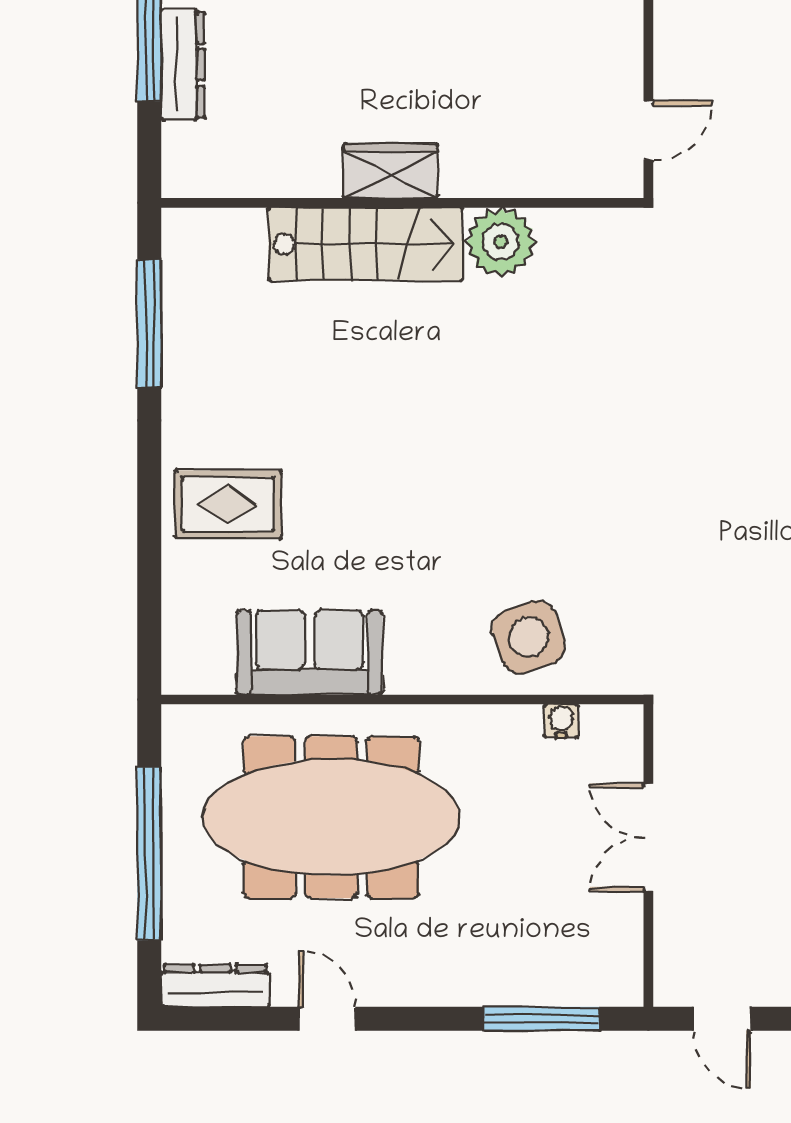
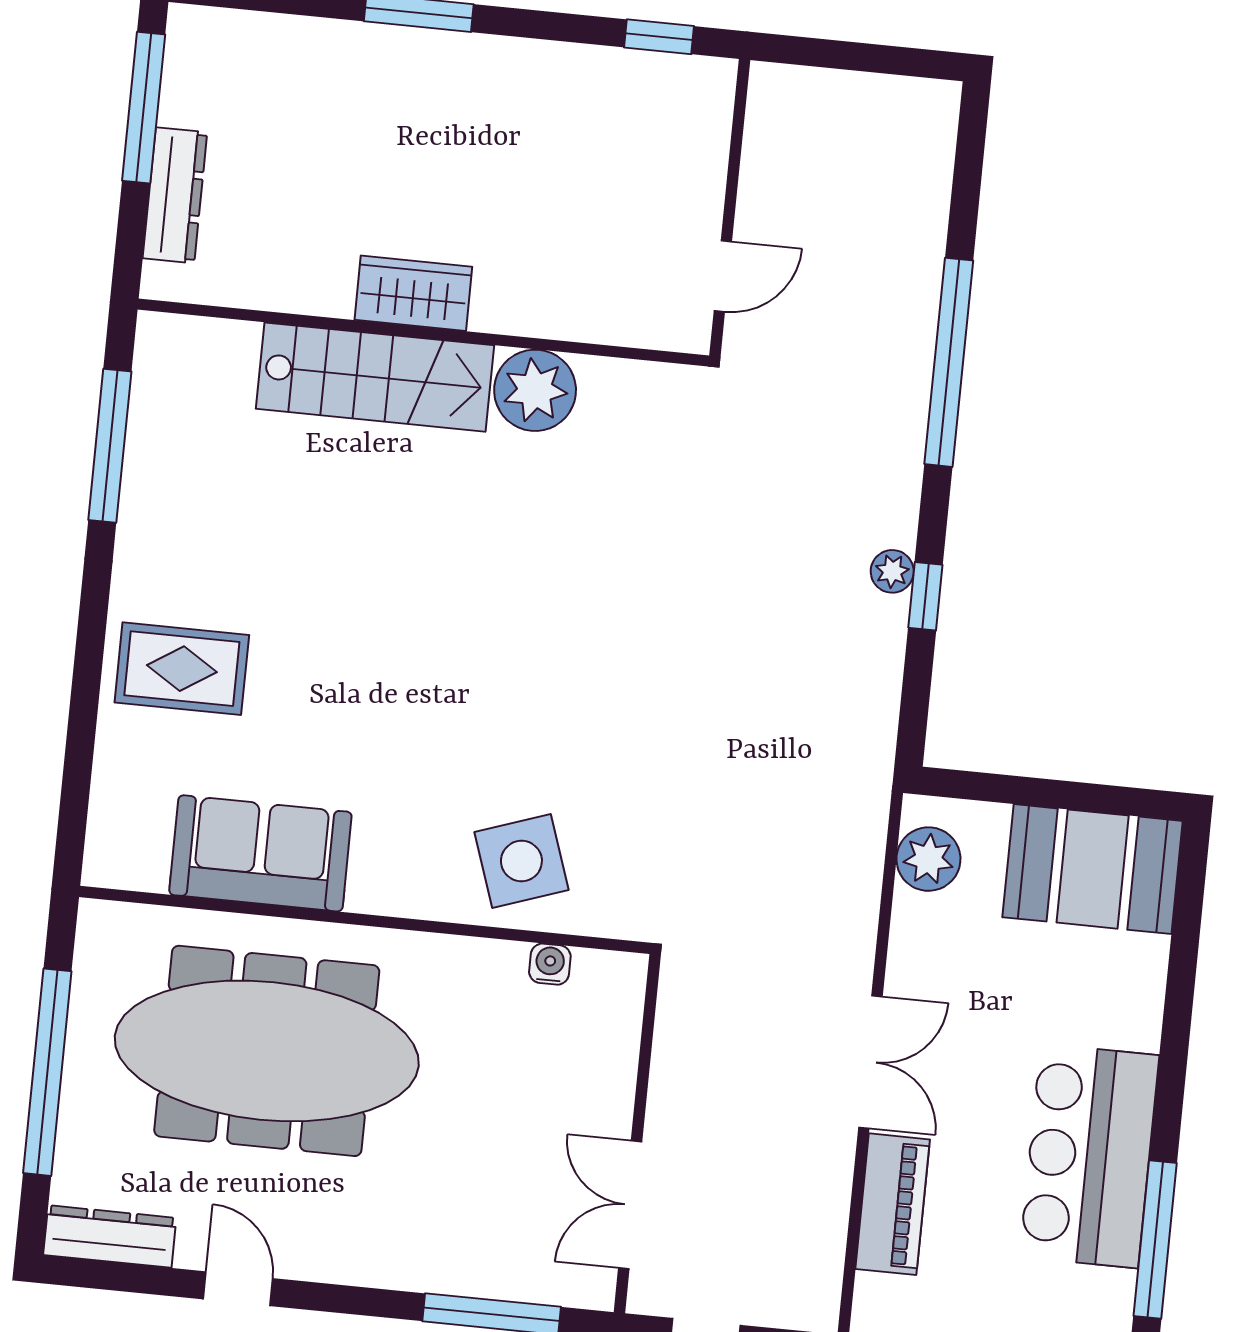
dresser: (183, 65) -> (175, 195), moved
double door: (648, 837) -> (630, 1205), moved

